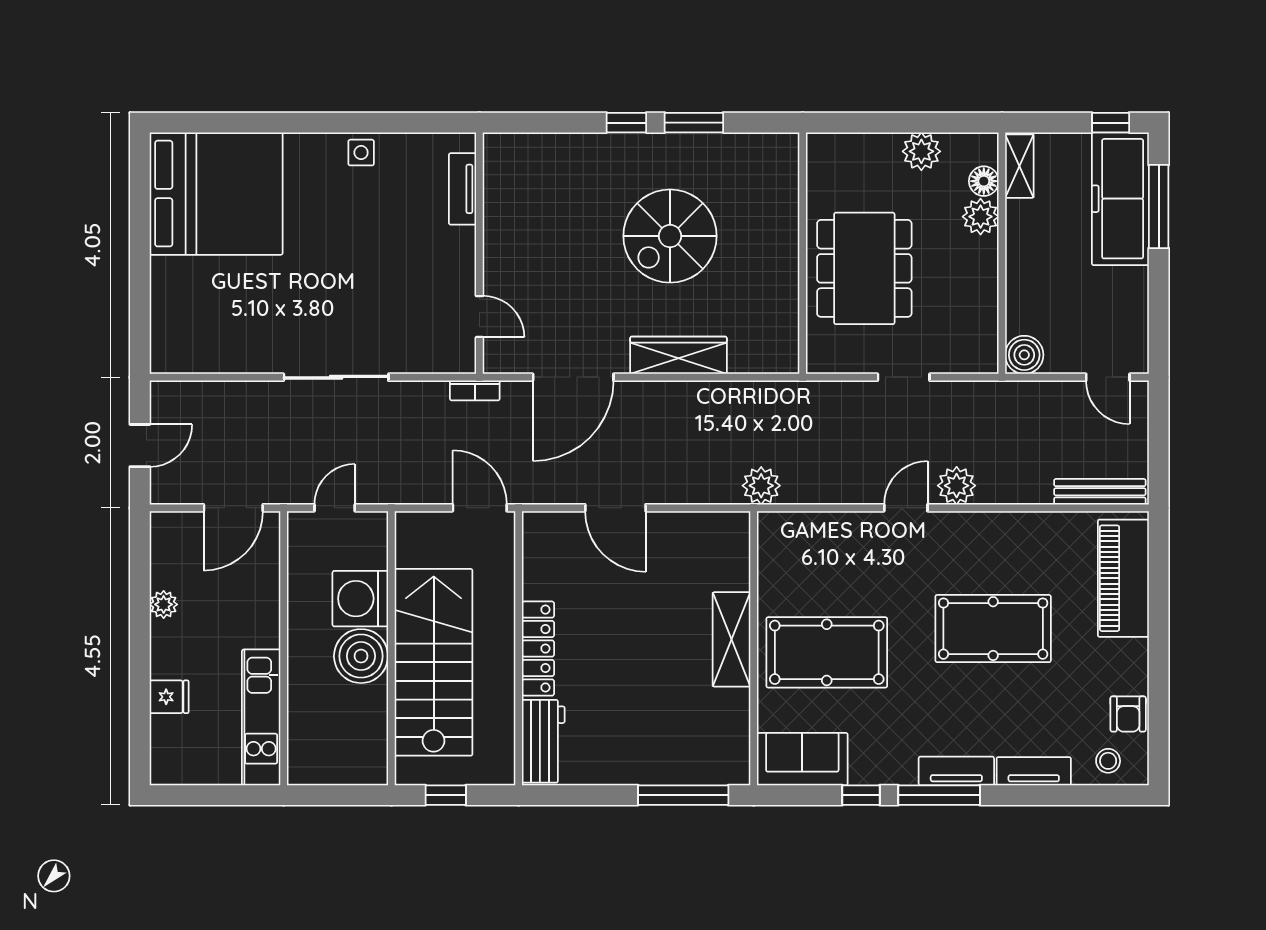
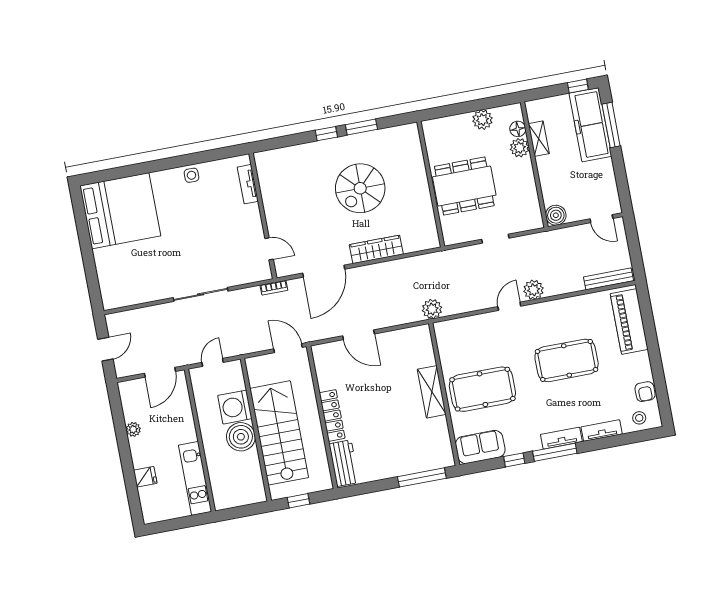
shelving: (1019, 166) -> (539, 139), moved
dining table: (864, 268) -> (464, 186), turned 90

